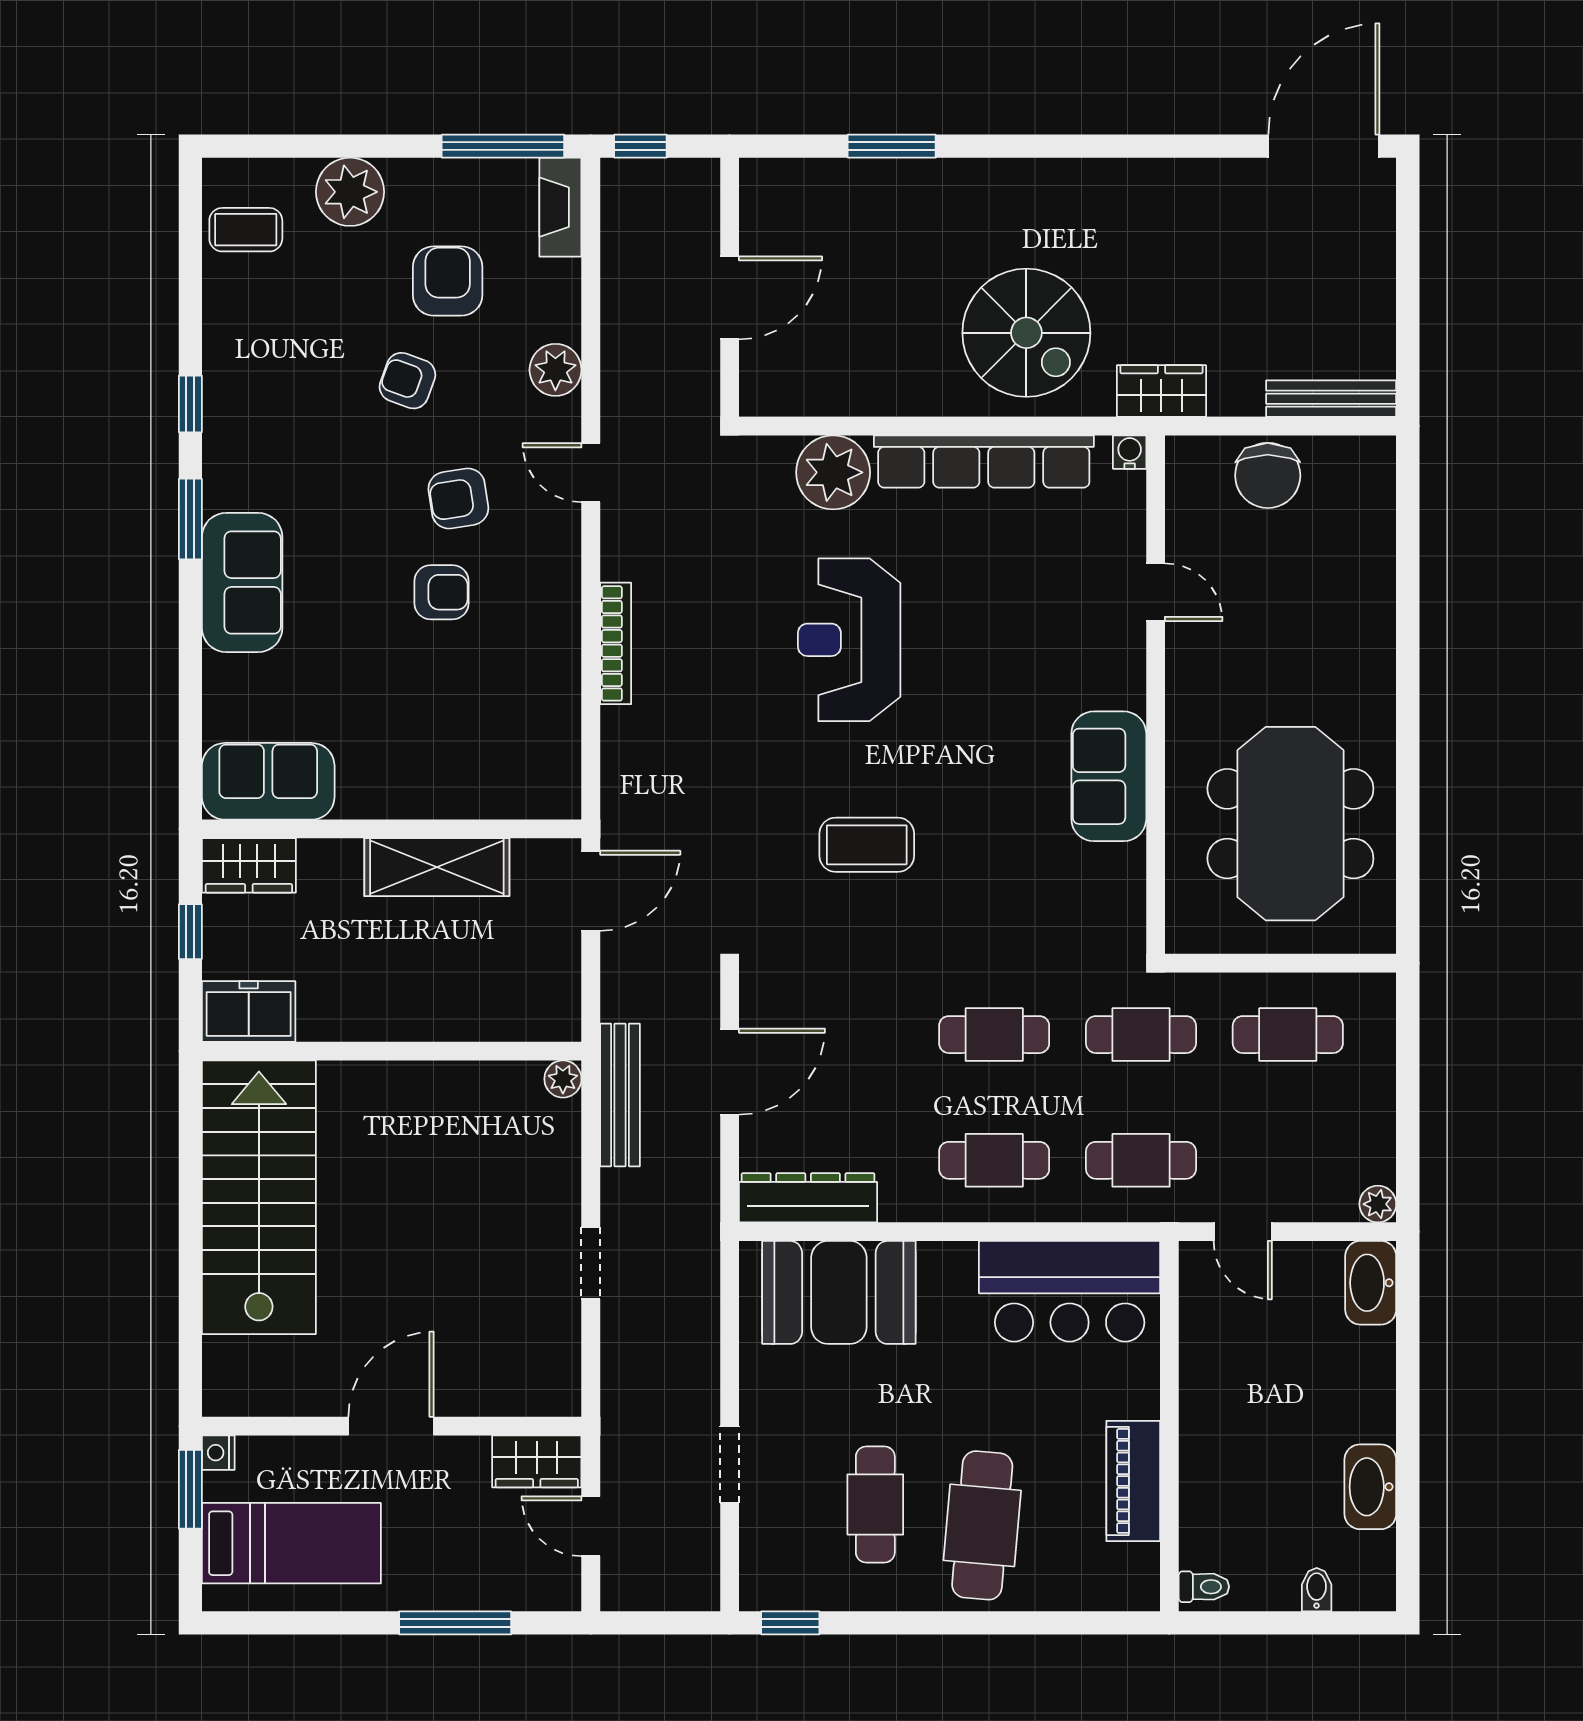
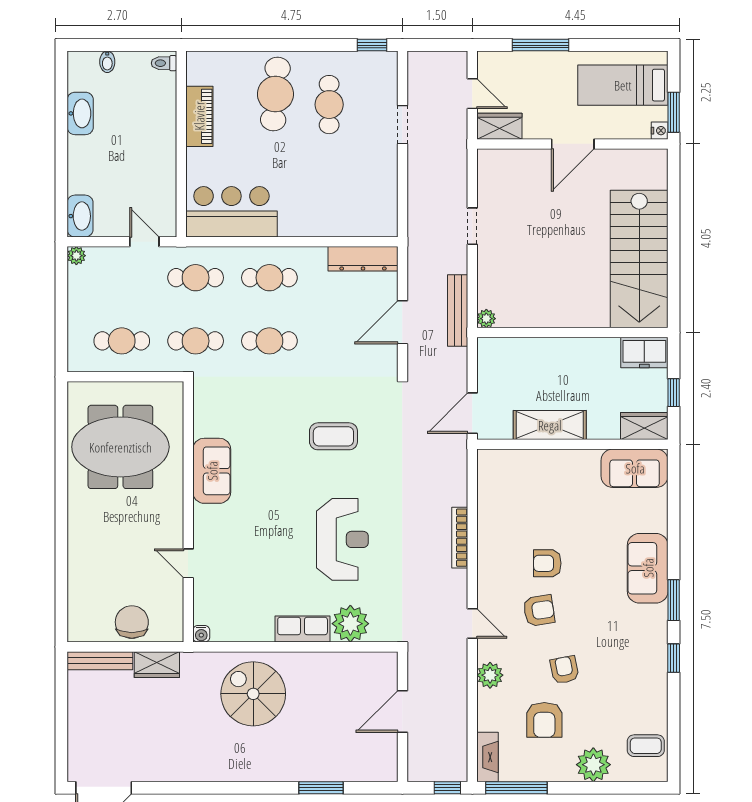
armchair: (407, 381) -> (564, 670), turned -121
wardrobe: (1161, 391) -> (157, 665), moved
row of seats: (984, 462) -> (303, 629), width x0.50
meeting table: (1290, 824) -> (120, 447), turned 90
booth: (839, 1292) -> (348, 211), removed

